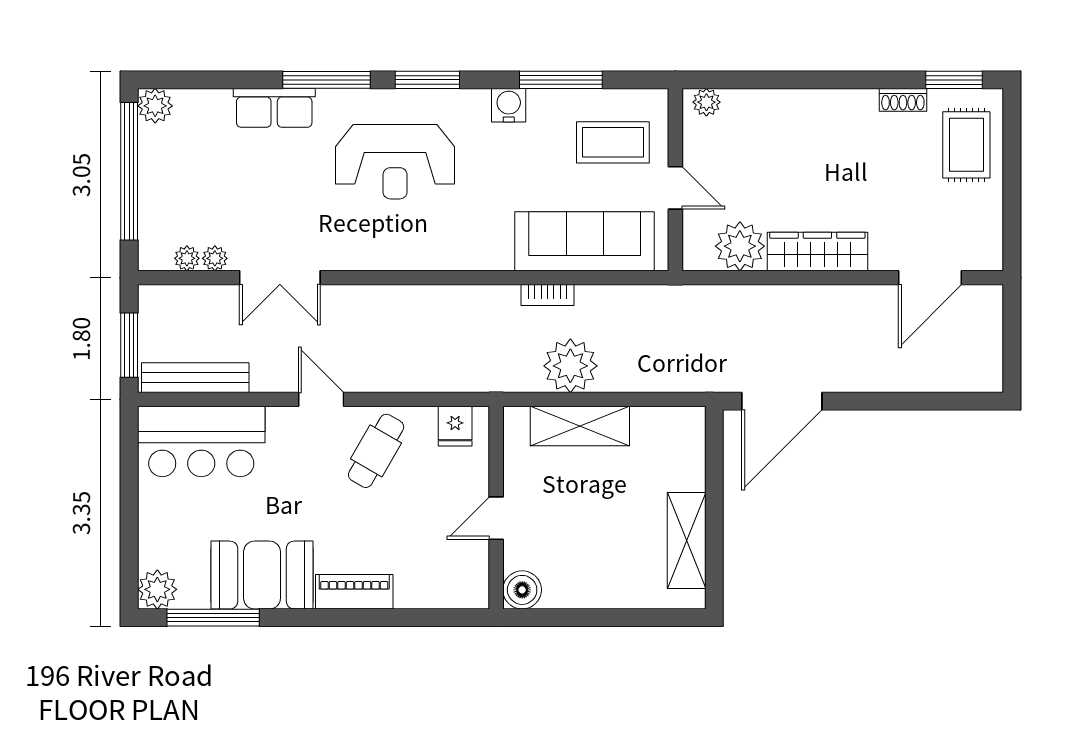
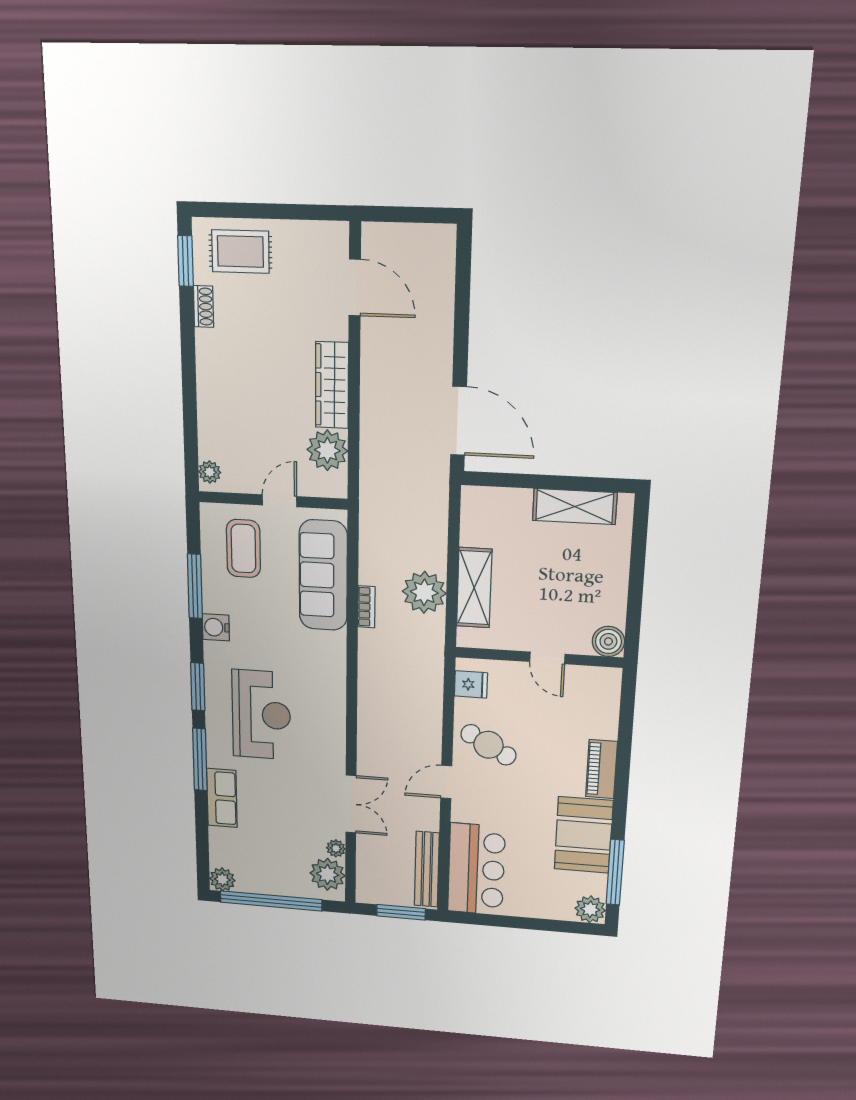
plant: (187, 258) -> (328, 874), width x1.88, depth x1.88

